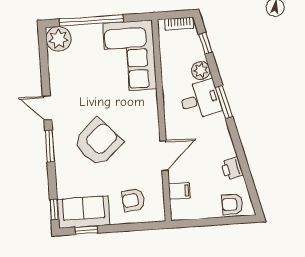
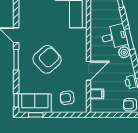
plant: (201, 70) -> (124, 52), moved

